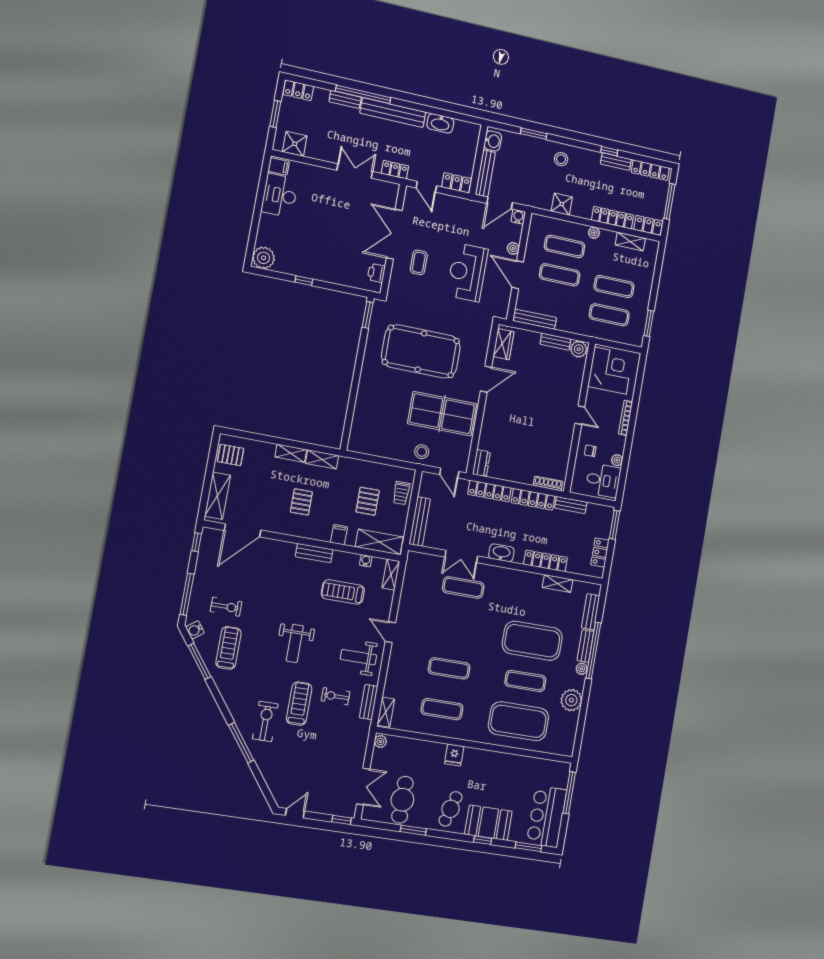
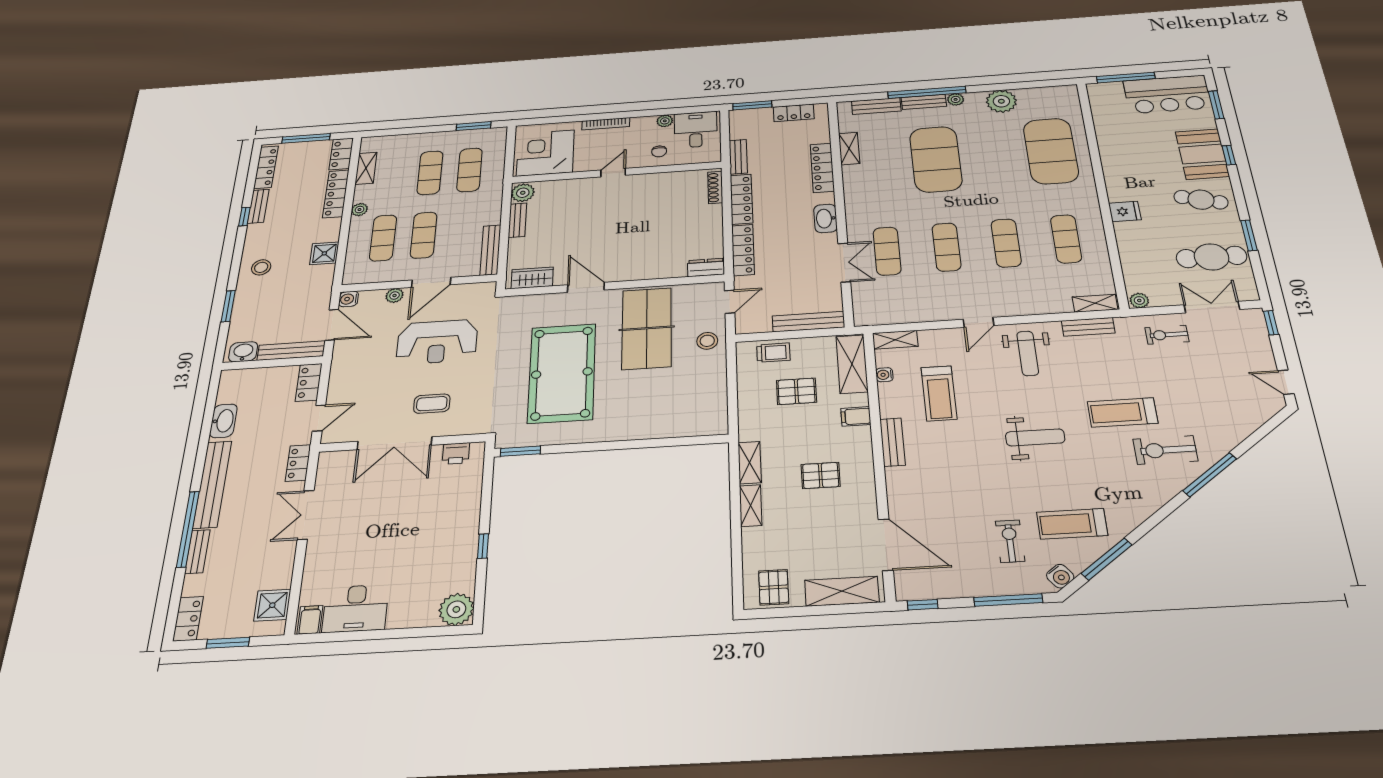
exercise mat: (525, 681) -> (946, 247), moved
exercise bike: (336, 696) -> (1167, 335), moved, turned 90

